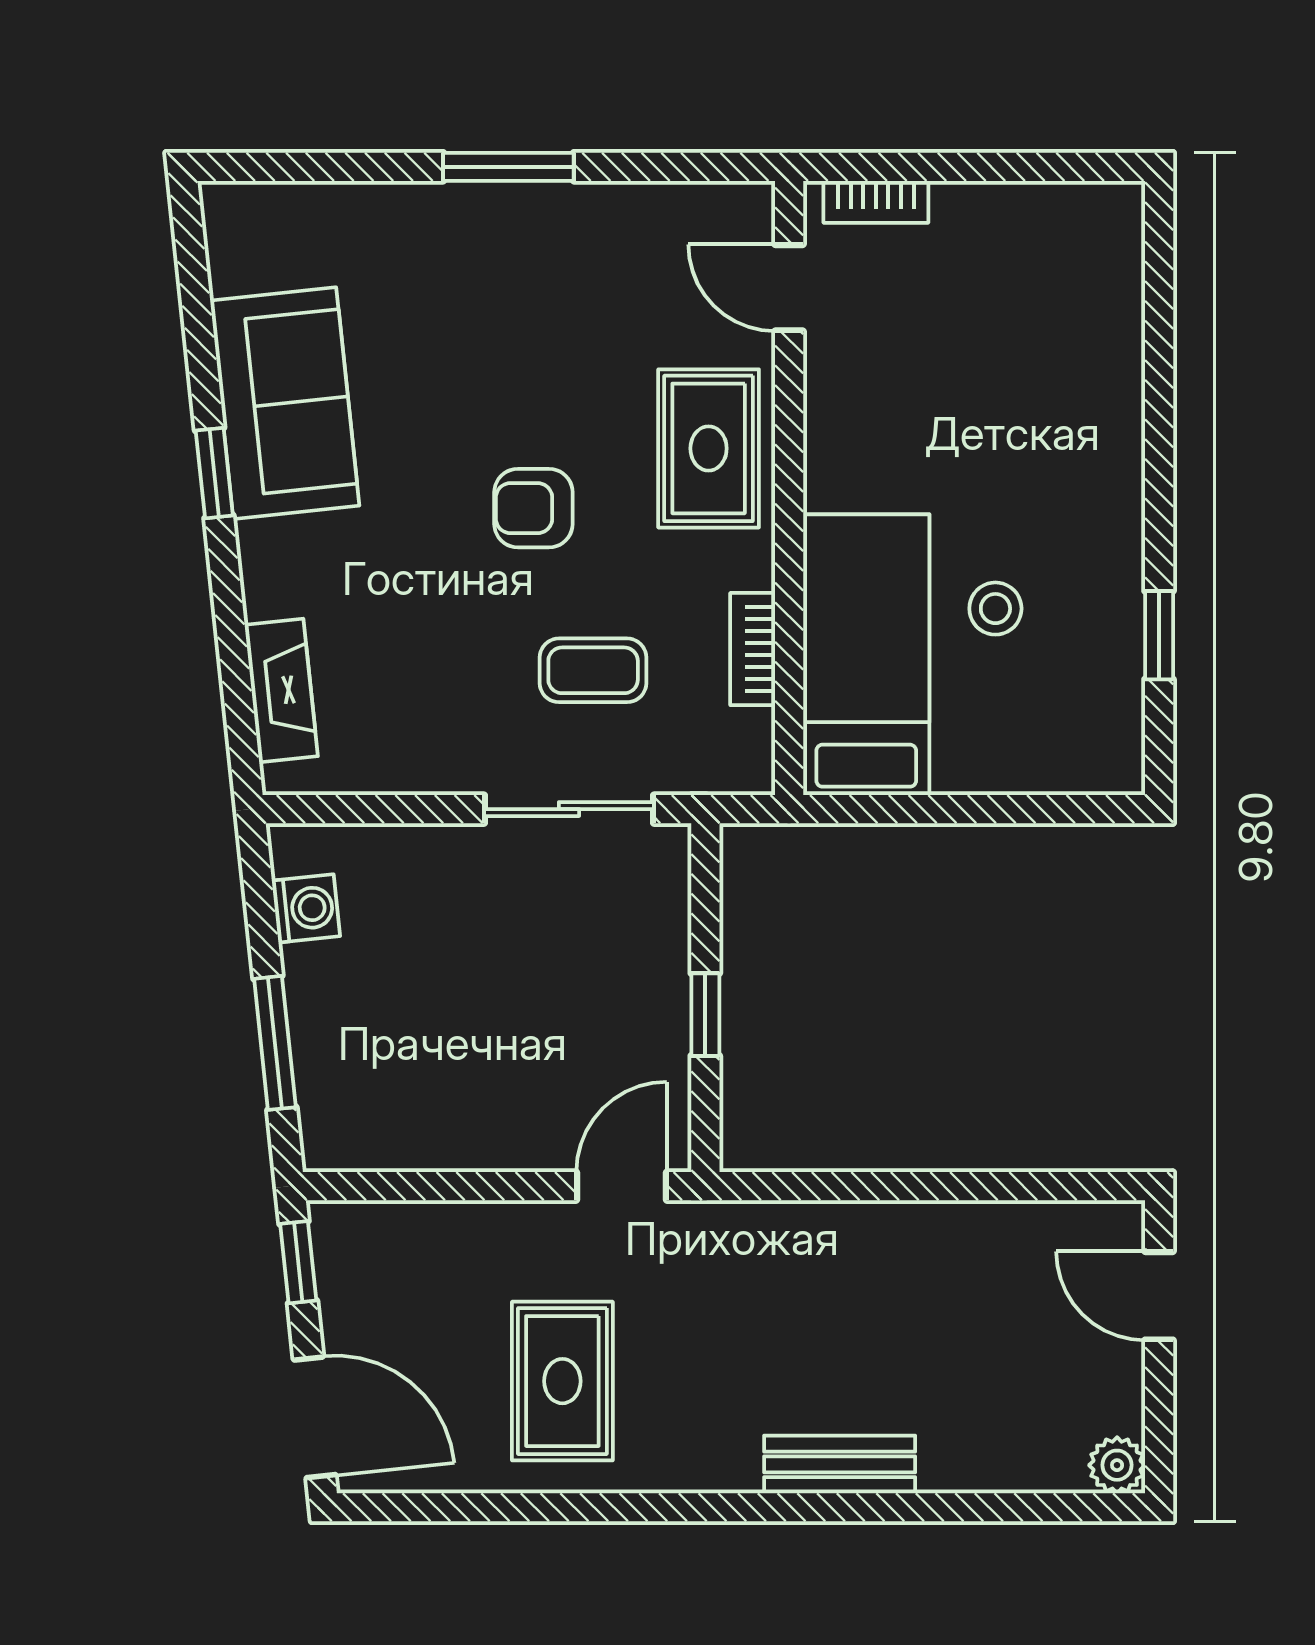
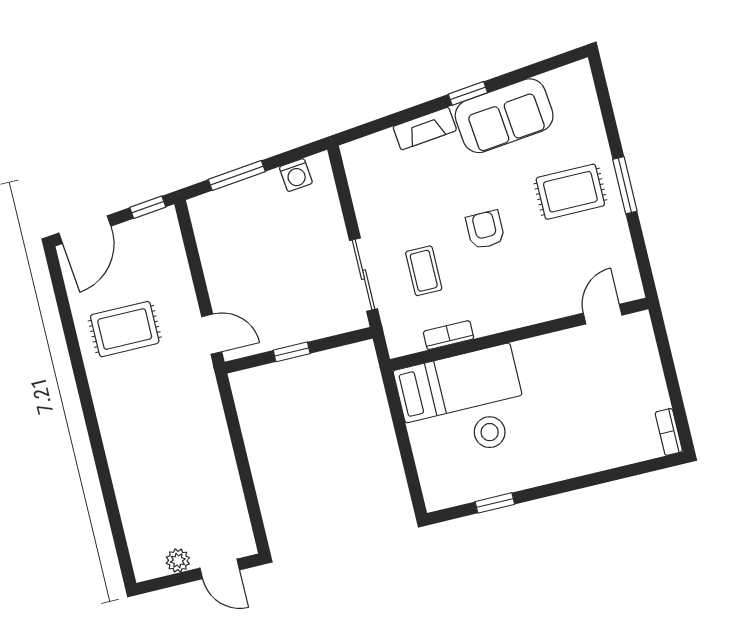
bookcase: (876, 202) -> (669, 432), moved
rug: (709, 448) -> (570, 192), moved
stool: (995, 609) -> (490, 432), width x1.37, depth x1.37
fireplace: (281, 691) -> (425, 128), moved
door: (1159, 1296) -> (220, 569), swing flipped
bench: (840, 1464) -> (118, 453), removed
plant: (1117, 1465) -> (178, 560), moved

